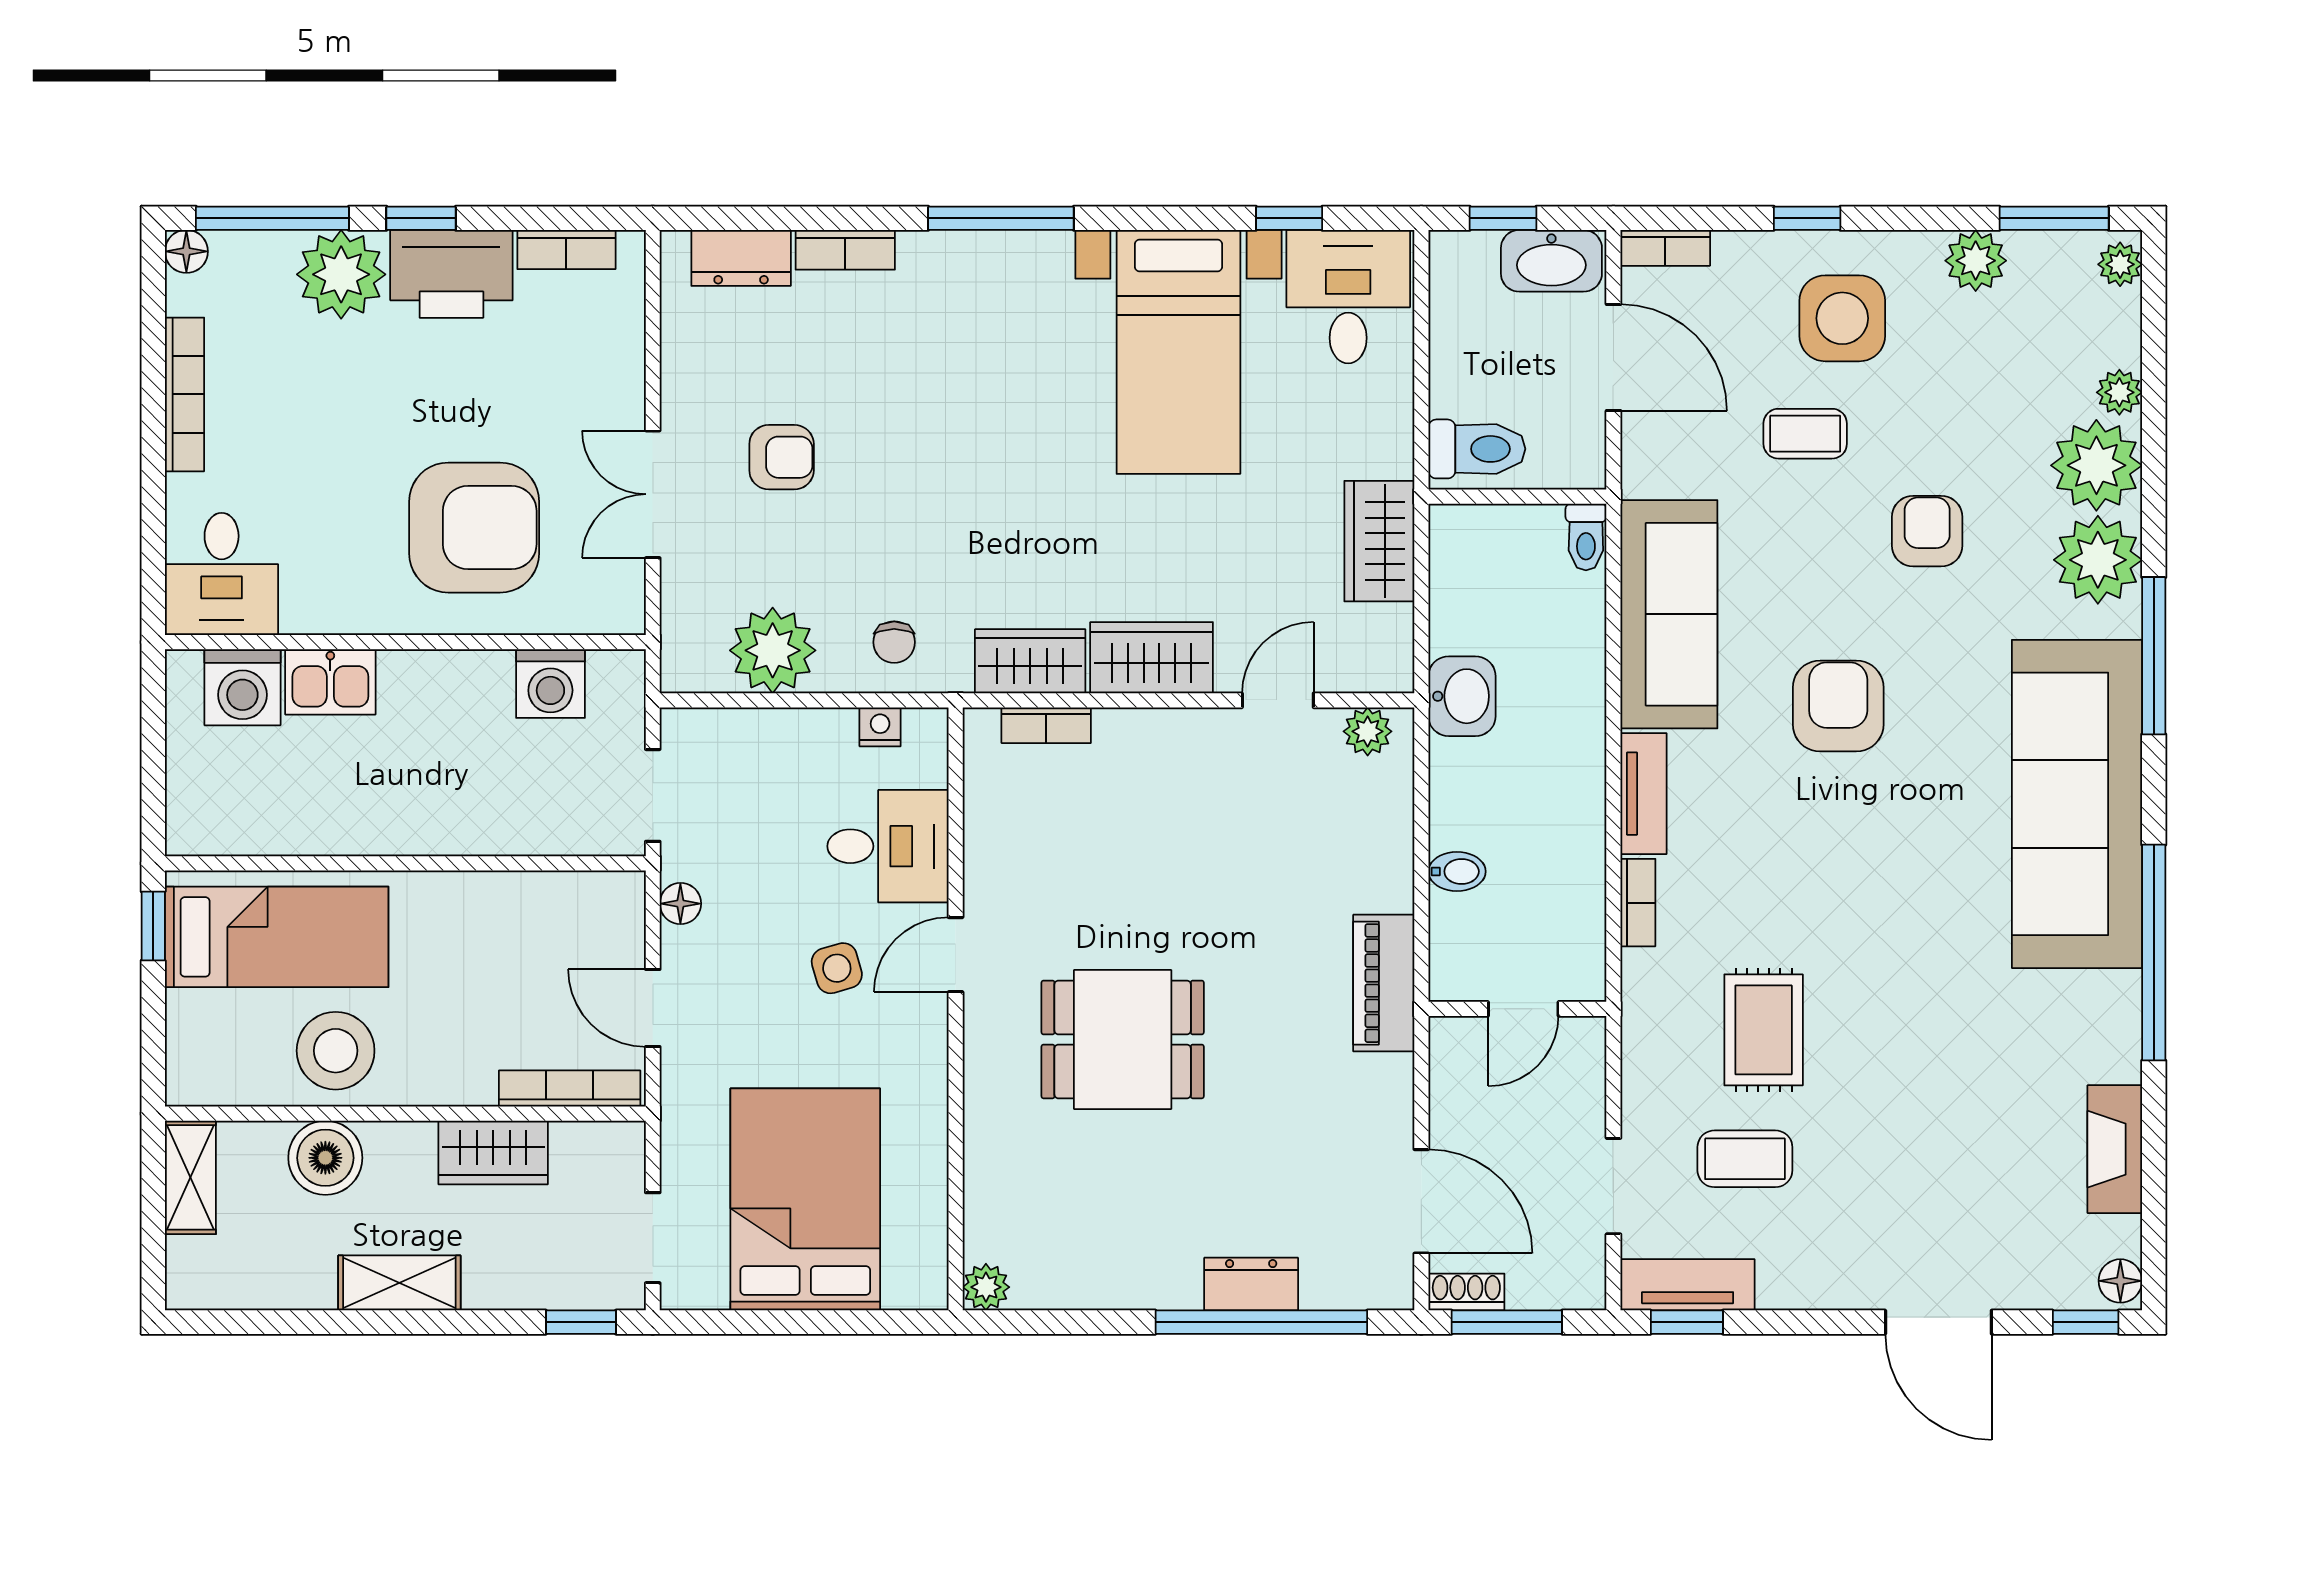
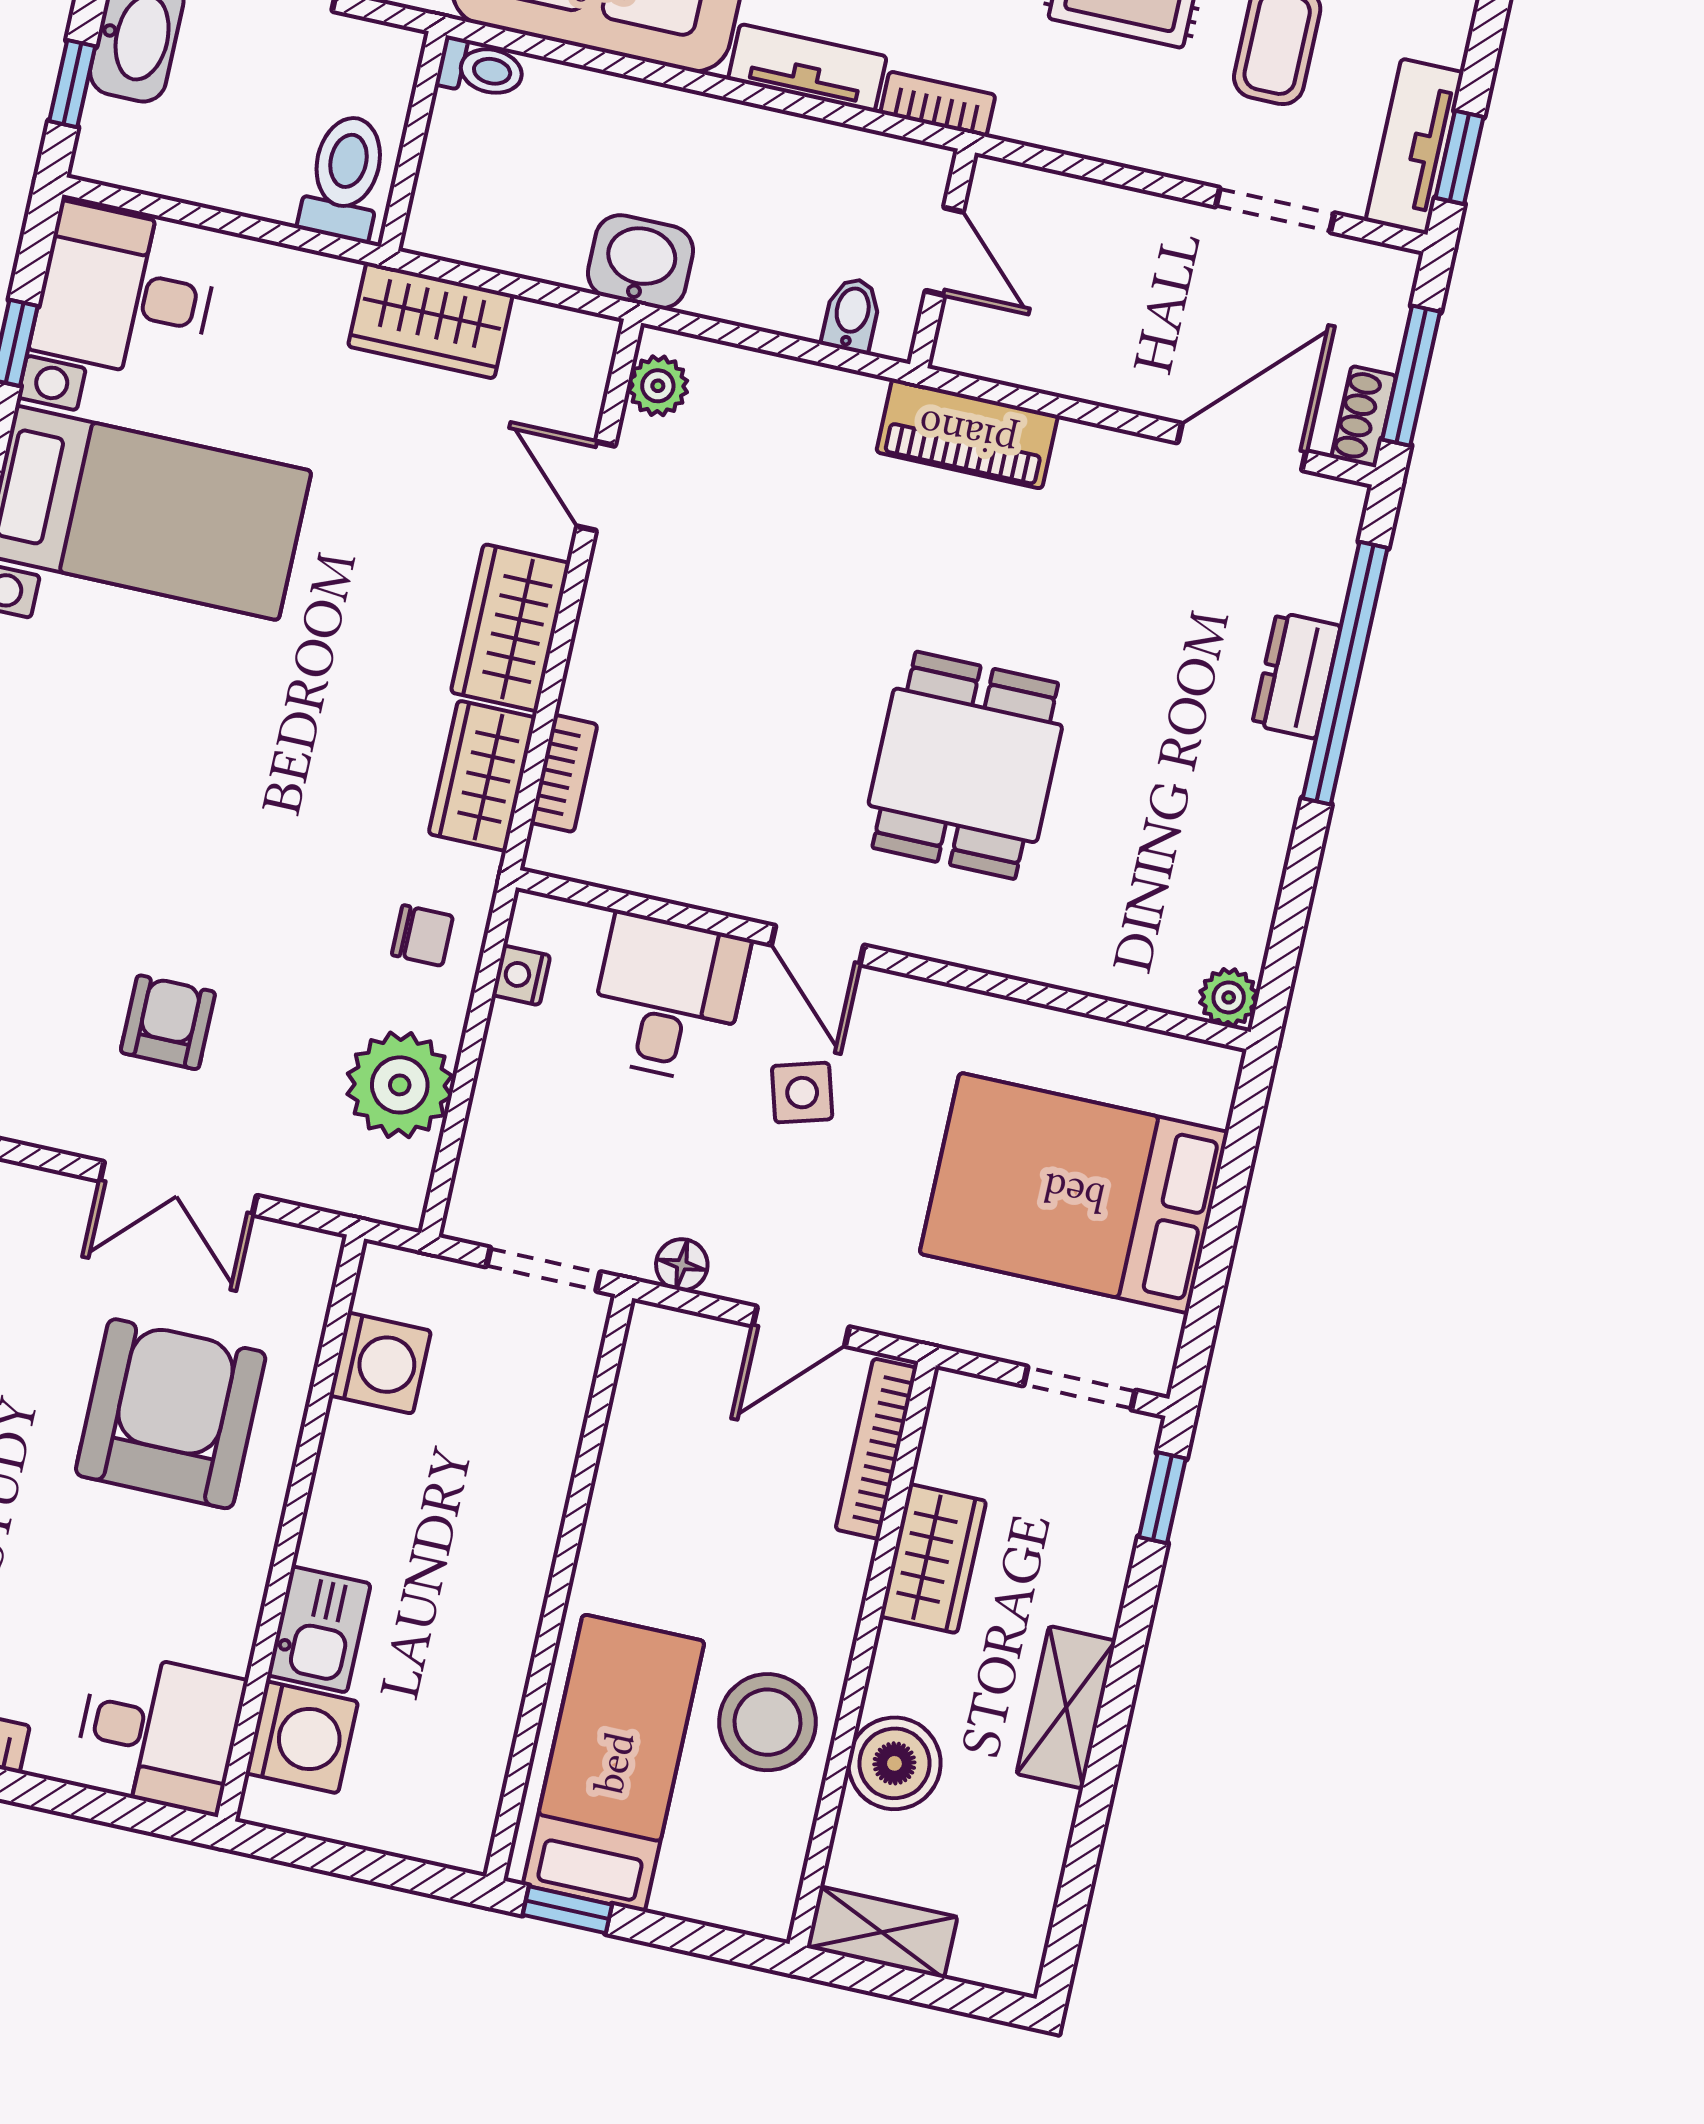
wall: (1517, 1009) -> (943, 258), moved
door: (1523, 1009) -> (944, 251), moved

